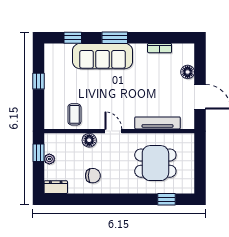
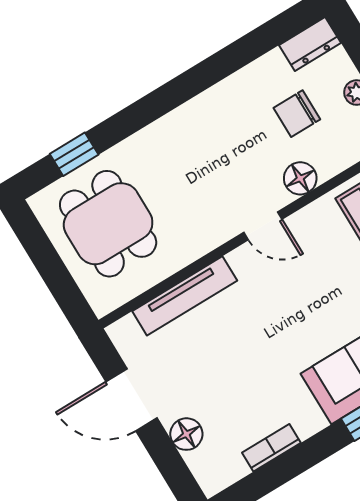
dining table: (155, 163) -> (108, 224), moved, turned 90
chair: (93, 176) -> (297, 114), moved

